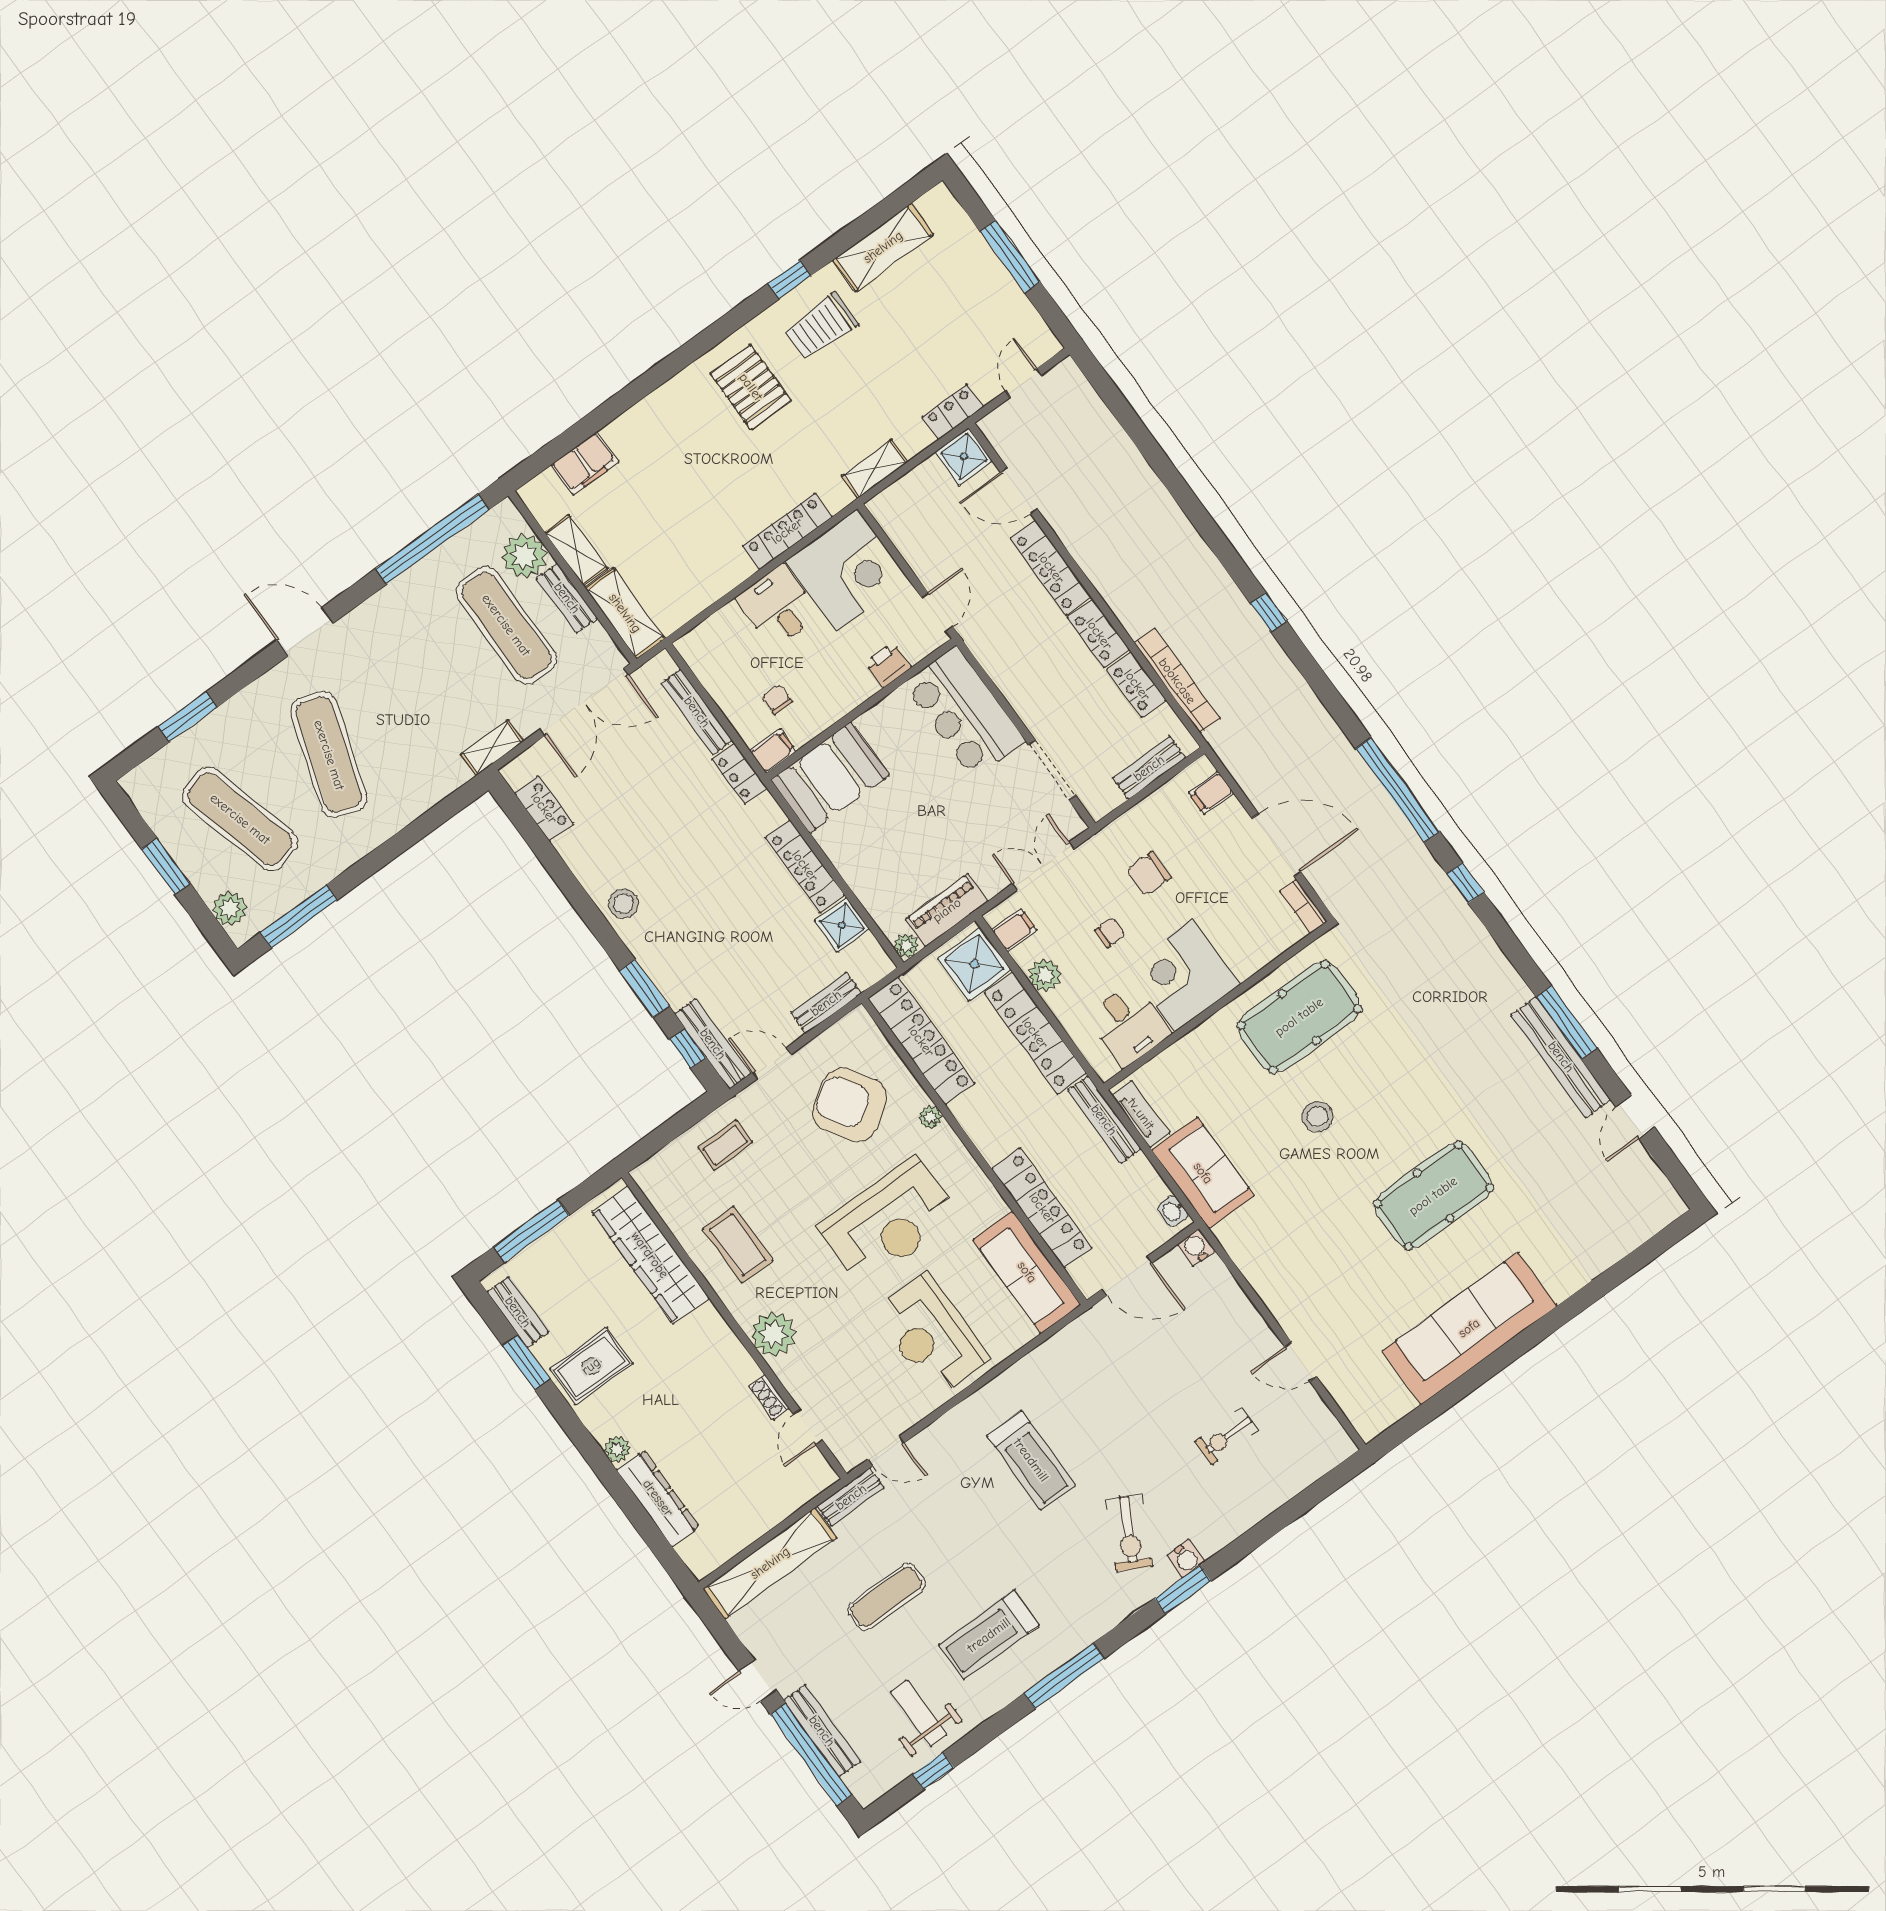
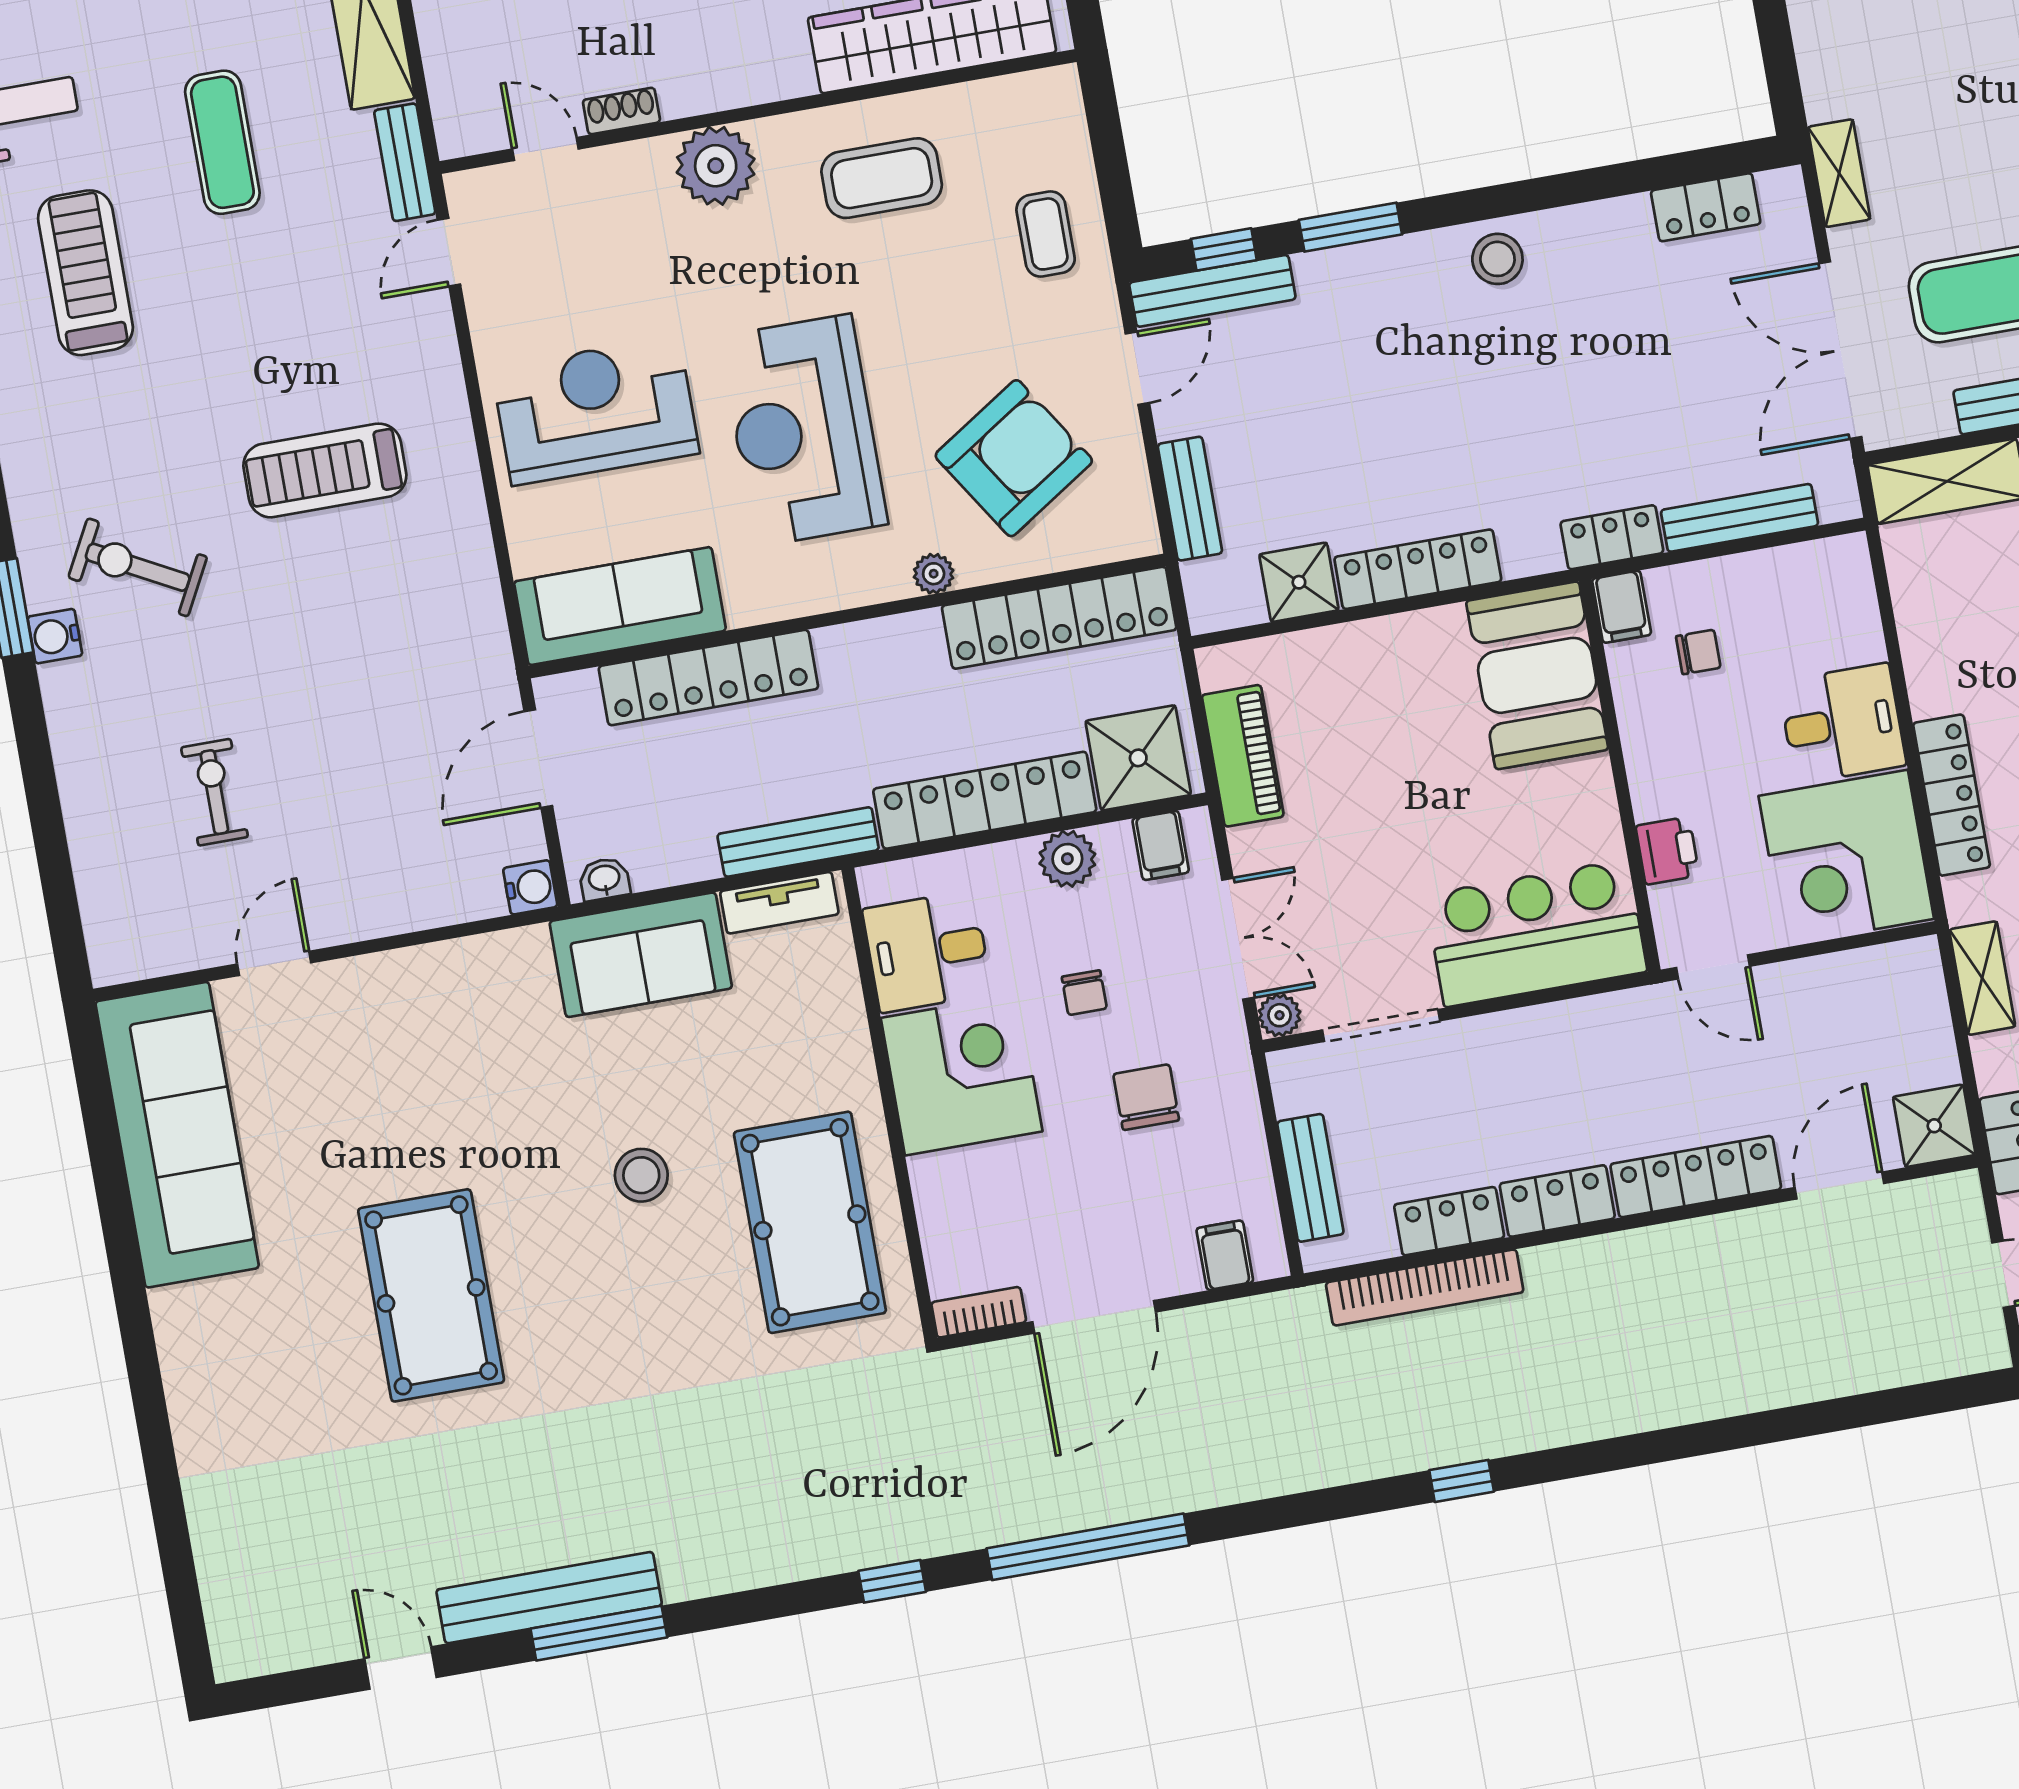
plant: (906, 946) -> (1279, 1015), moved
sofa: (1469, 1328) -> (177, 1135), moved

